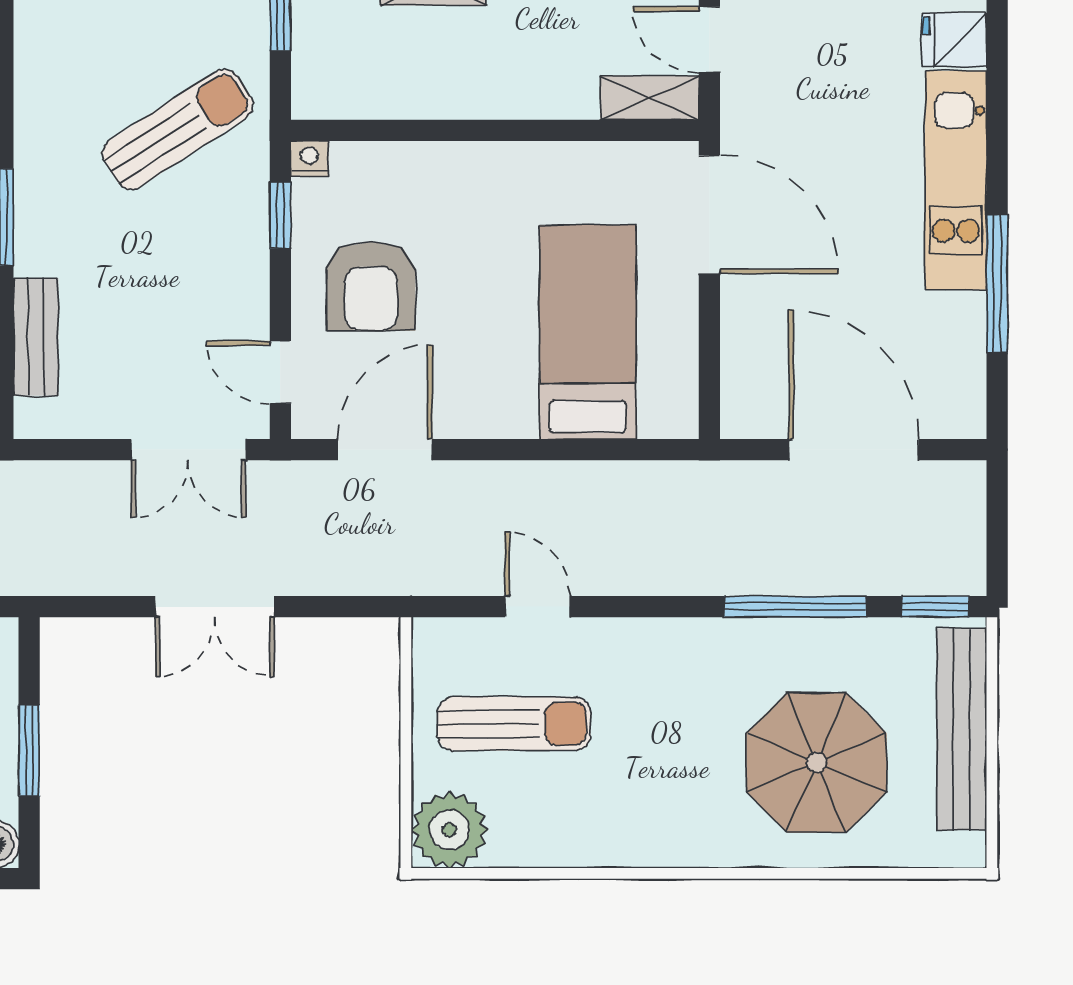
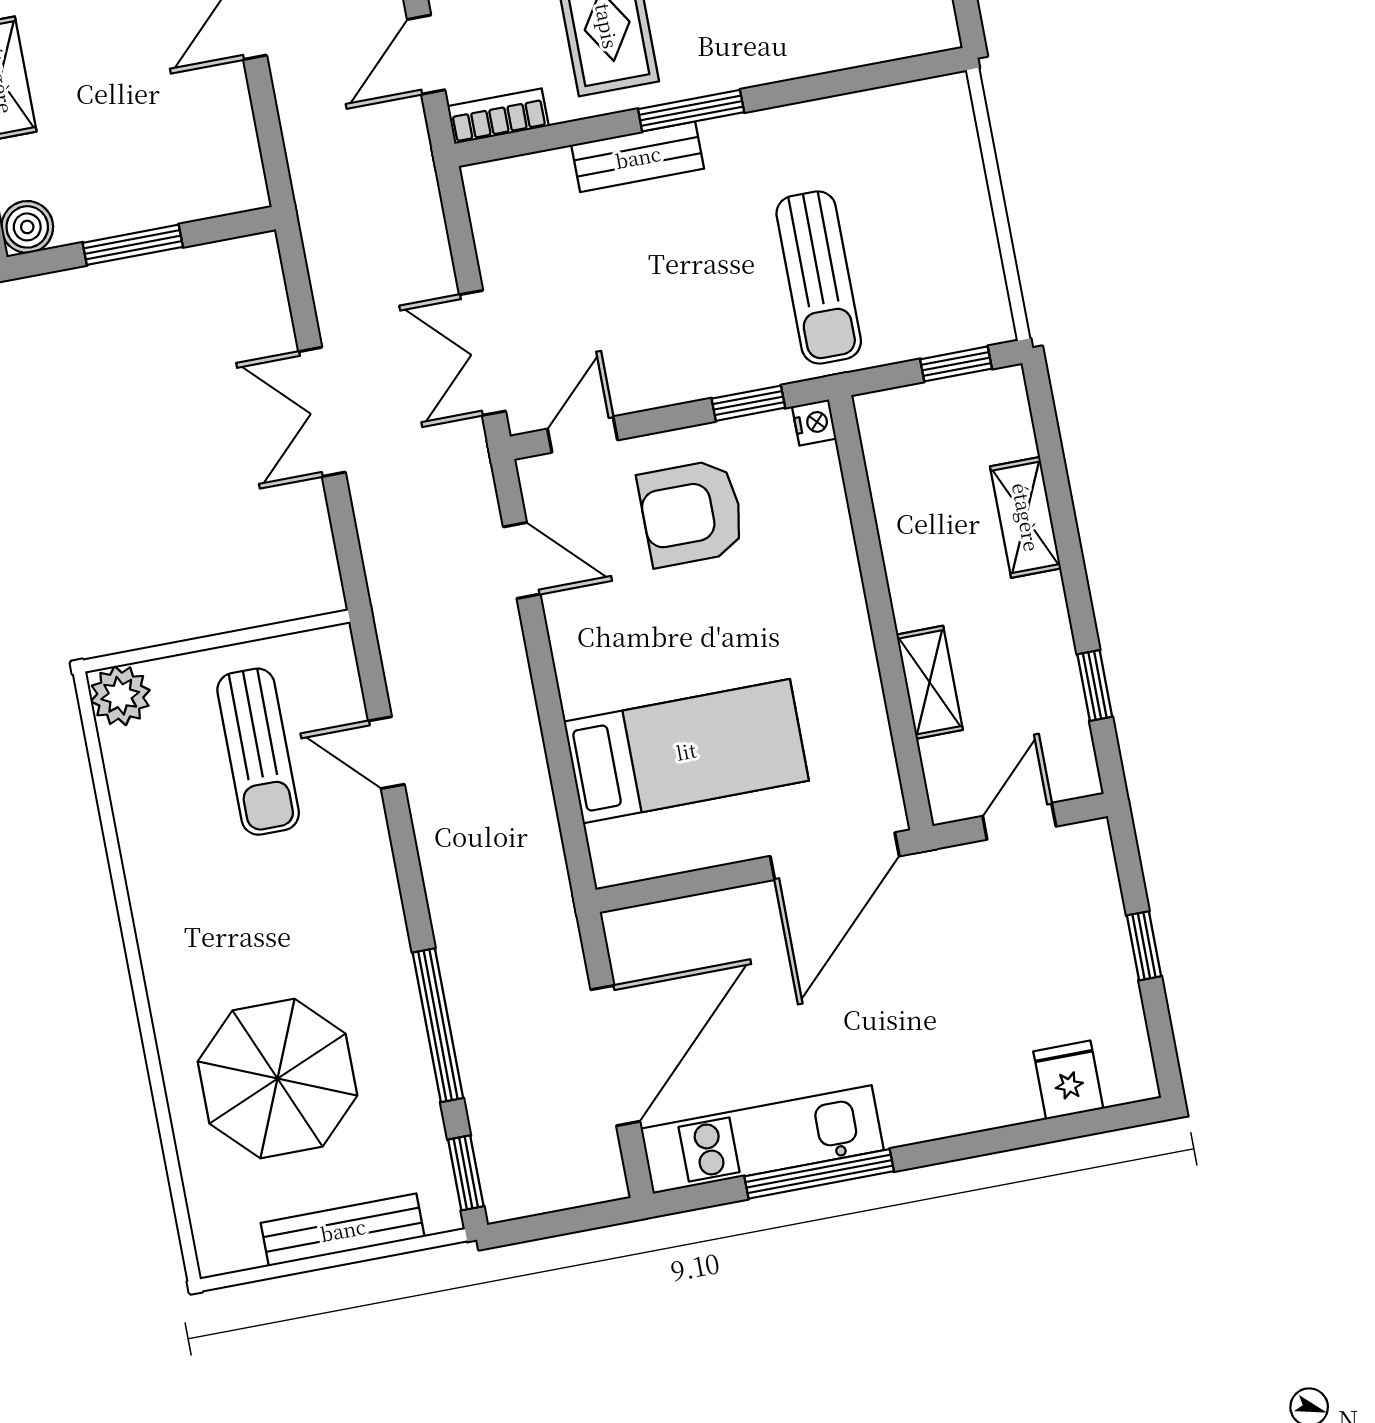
shelving: (650, 98) -> (930, 682), moved
sun lounger: (178, 129) -> (819, 277), turned 33
kitchen unit: (956, 180) -> (762, 1139), moved
bench: (36, 337) -> (638, 157), moved
door: (385, 450) -> (522, 560), width x0.73
door: (537, 607) -> (386, 753), swing flipped
bench: (962, 729) -> (343, 1230), width x0.73, depth x0.82
plant: (449, 830) -> (120, 696), width x0.73, depth x0.73

